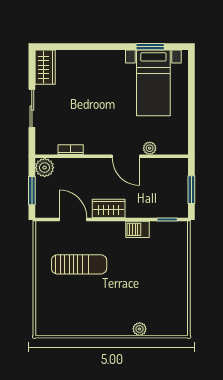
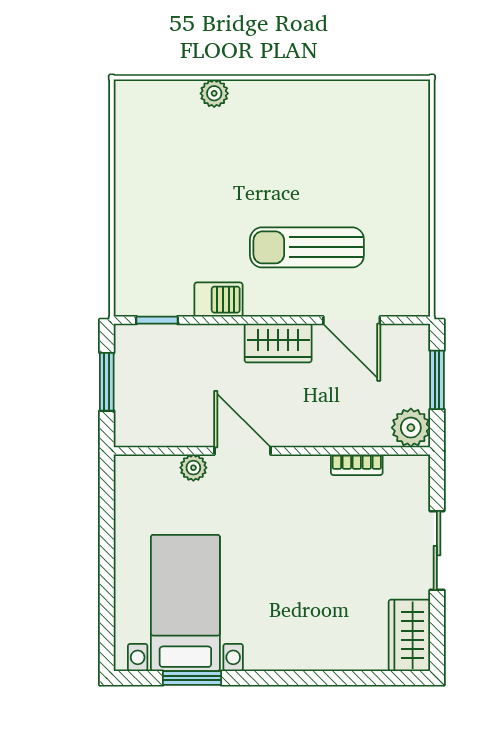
sun lounger: (79, 264) -> (307, 247), moved

